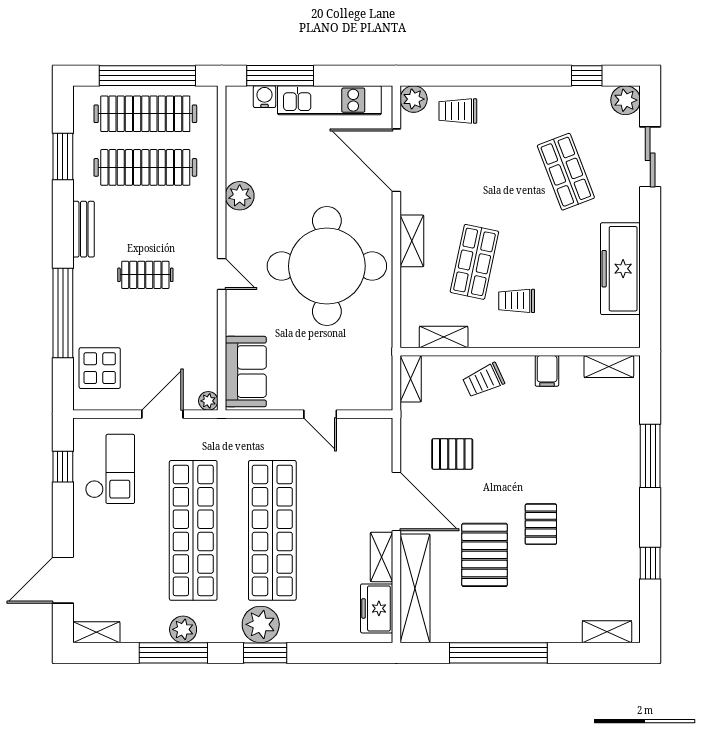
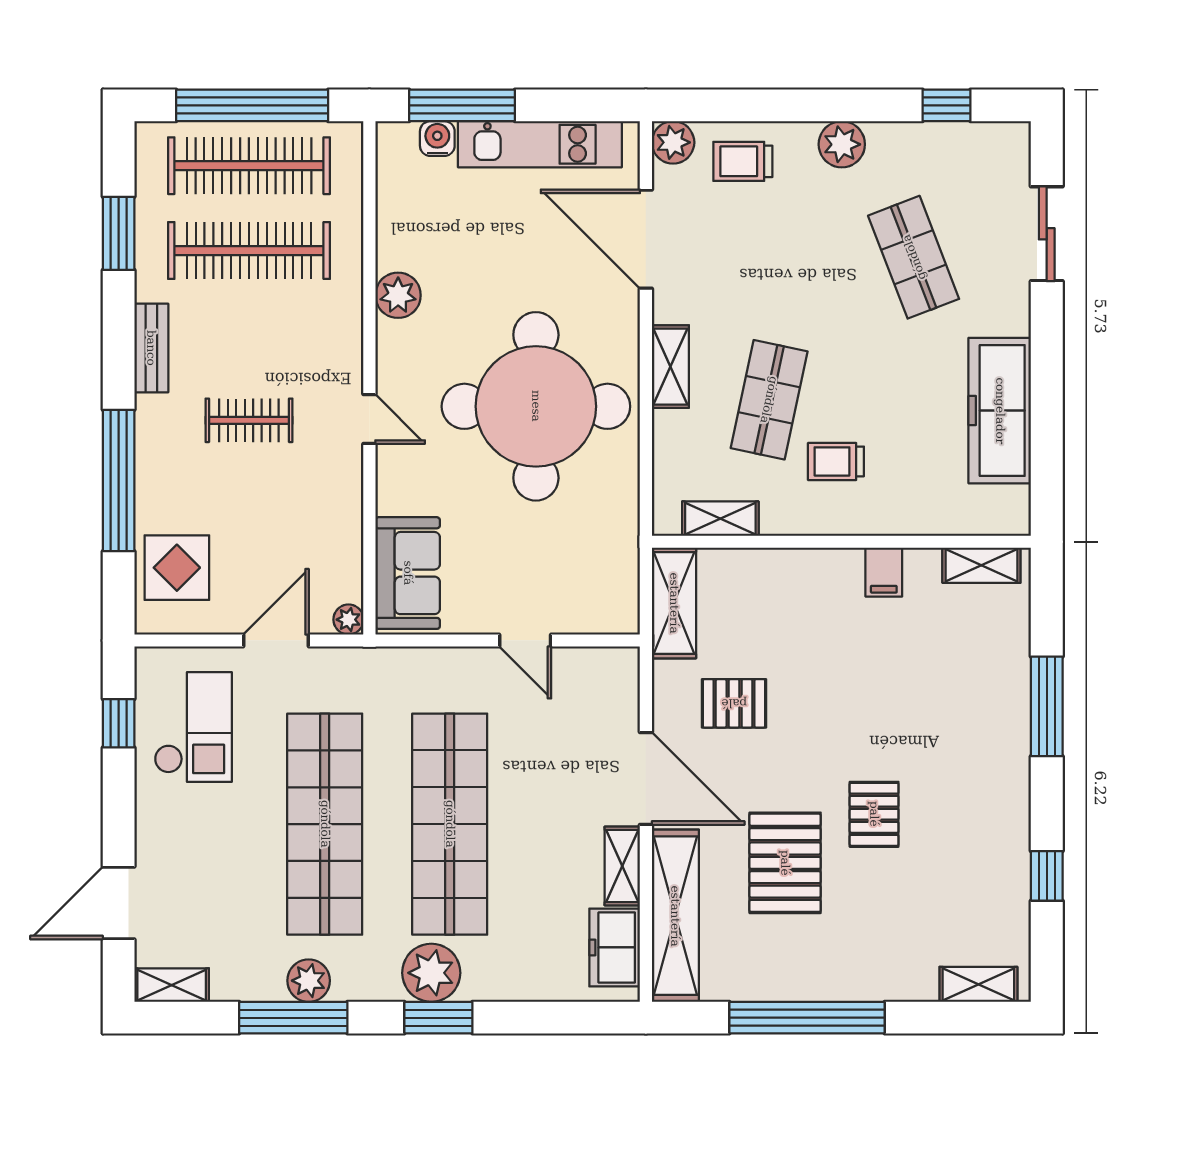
plant: (625, 100) -> (842, 144), moved
shelving: (411, 379) -> (674, 603), width x1.50, depth x1.33
trolley: (484, 380) -> (783, 587), removed

